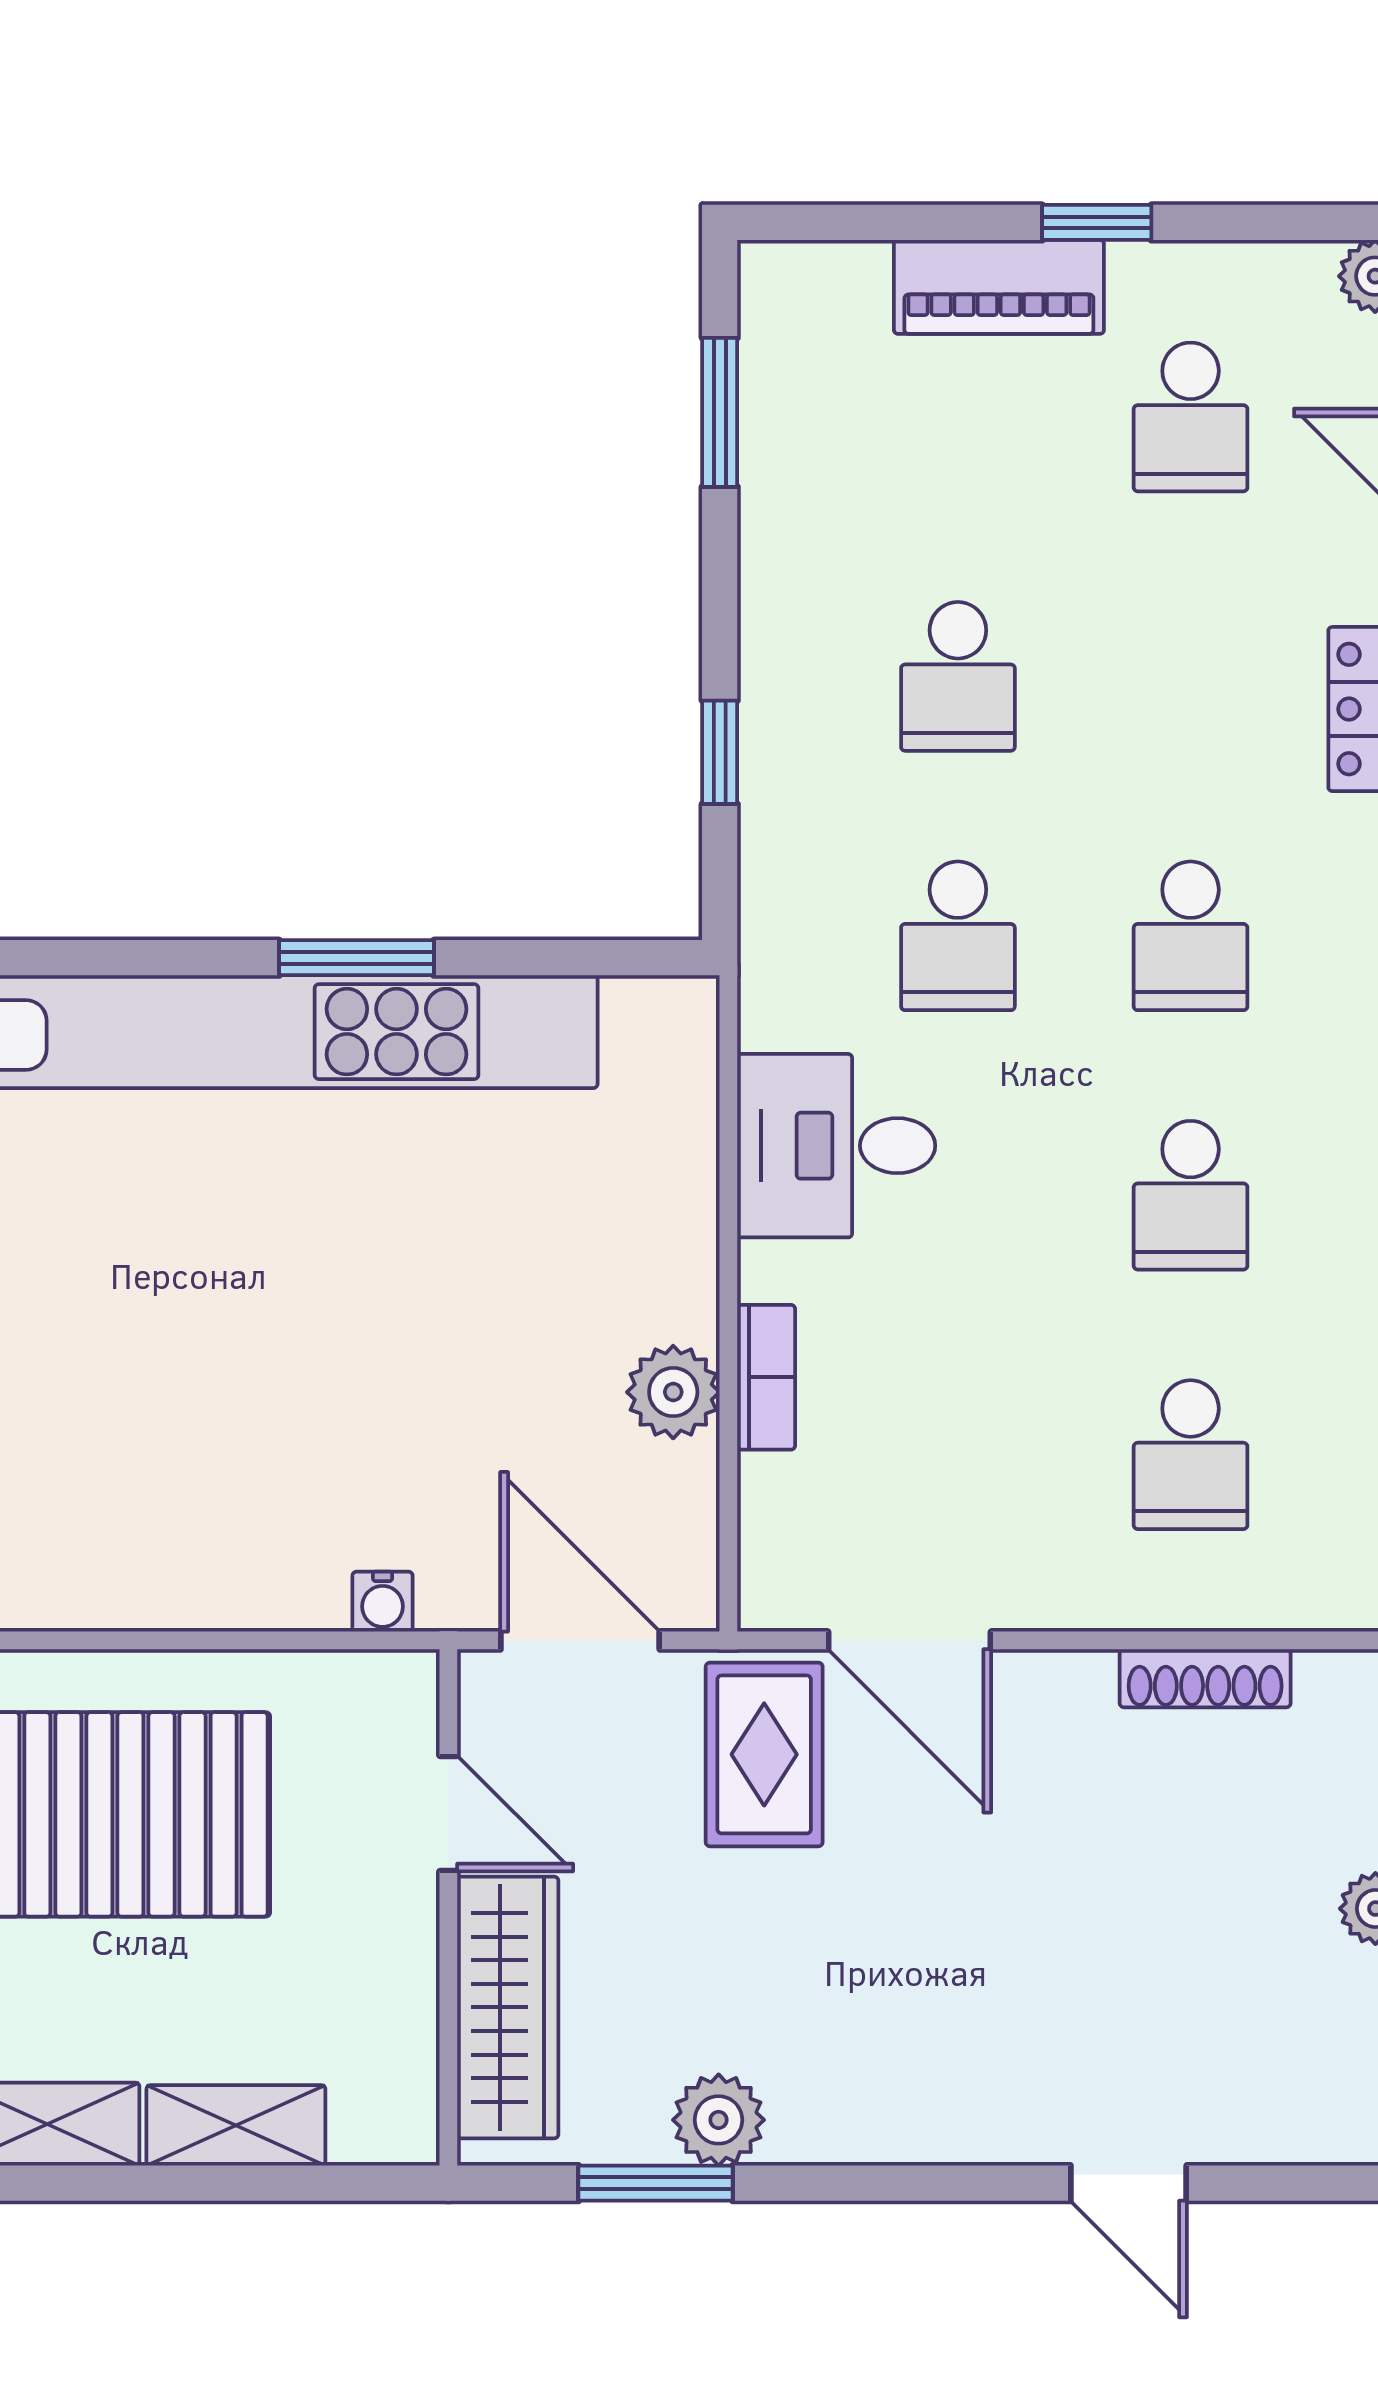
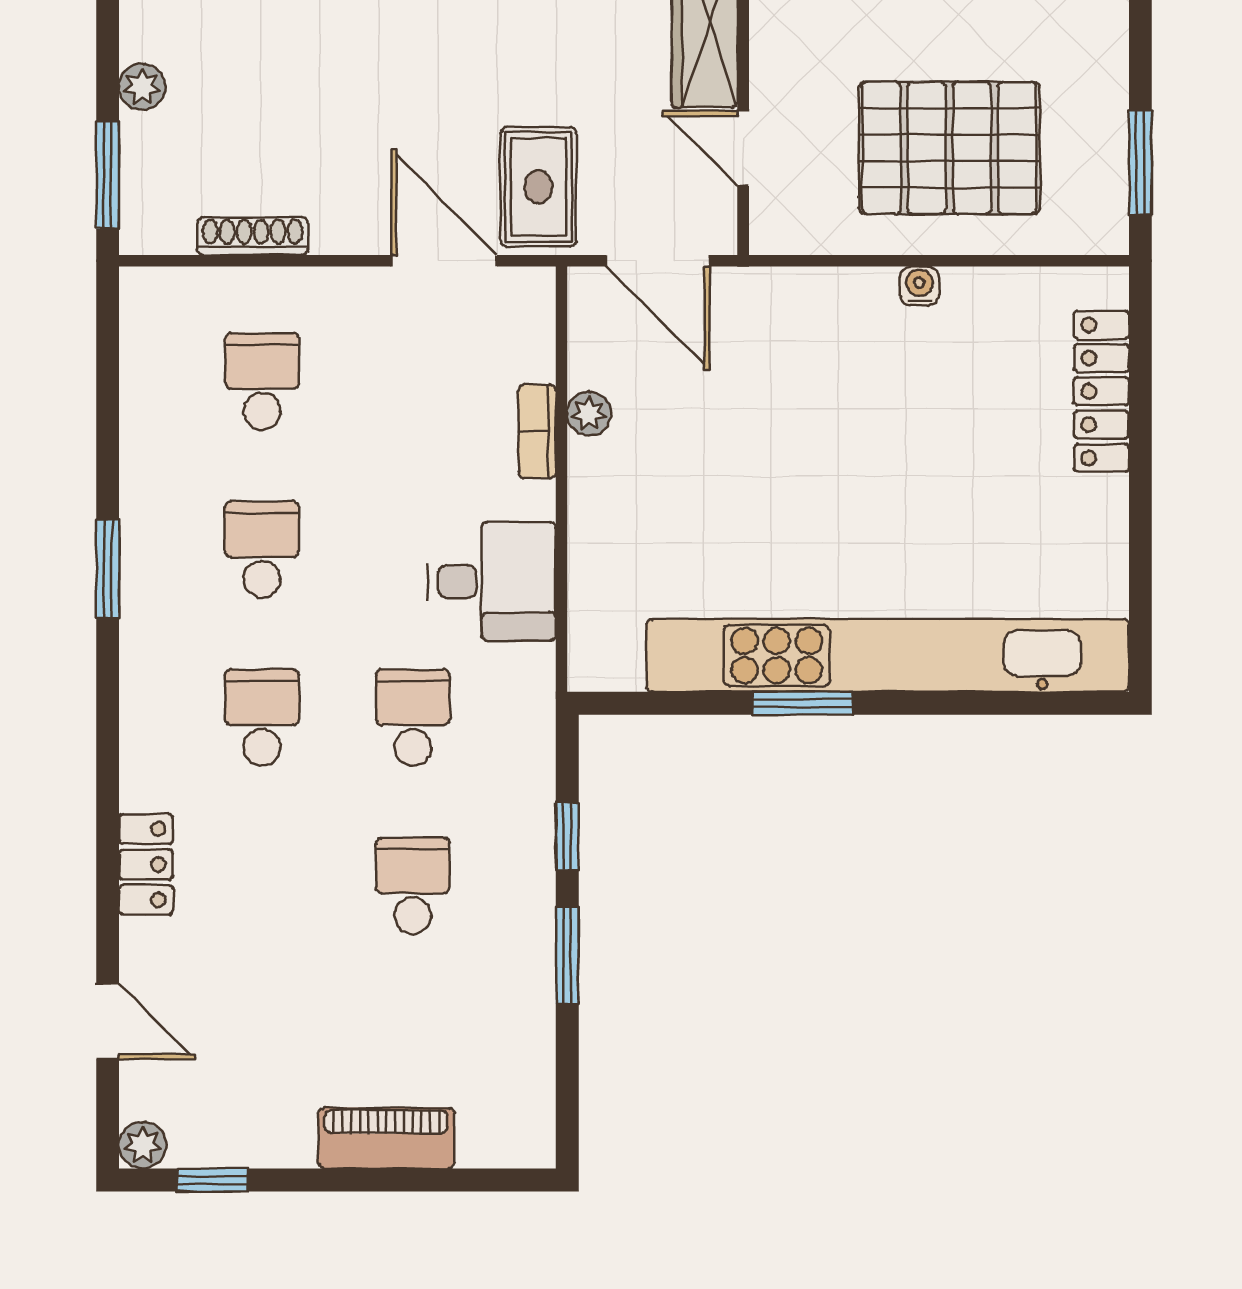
window: (1097, 222) -> (212, 1180), moved
window: (720, 412) -> (567, 955), moved
school desk: (1191, 417) -> (262, 1054), removed
plant: (673, 1392) -> (589, 414), width x0.73, depth x0.73
water cooler: (383, 1602) -> (919, 286), moved

